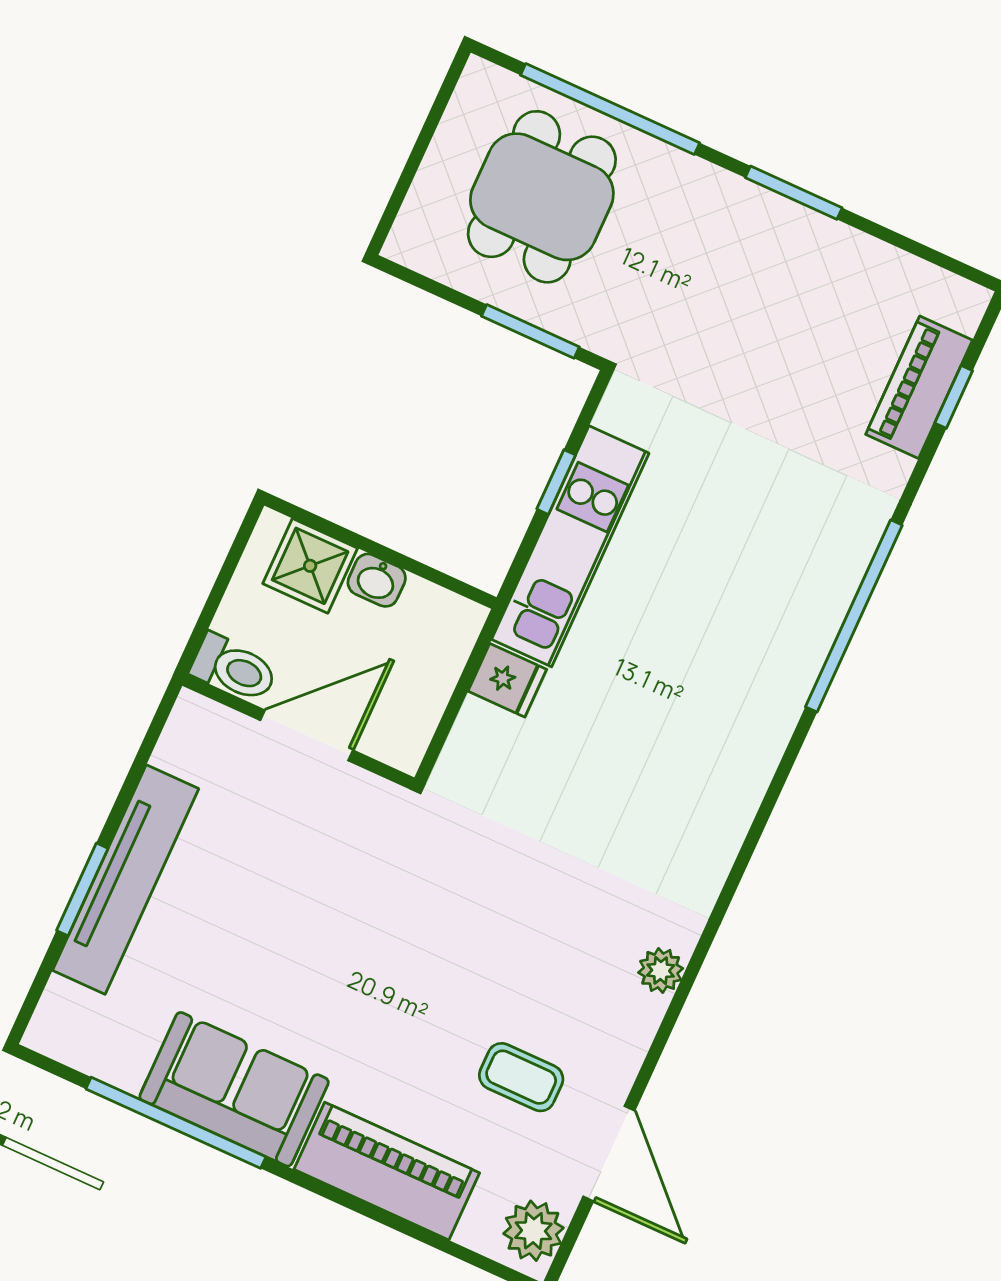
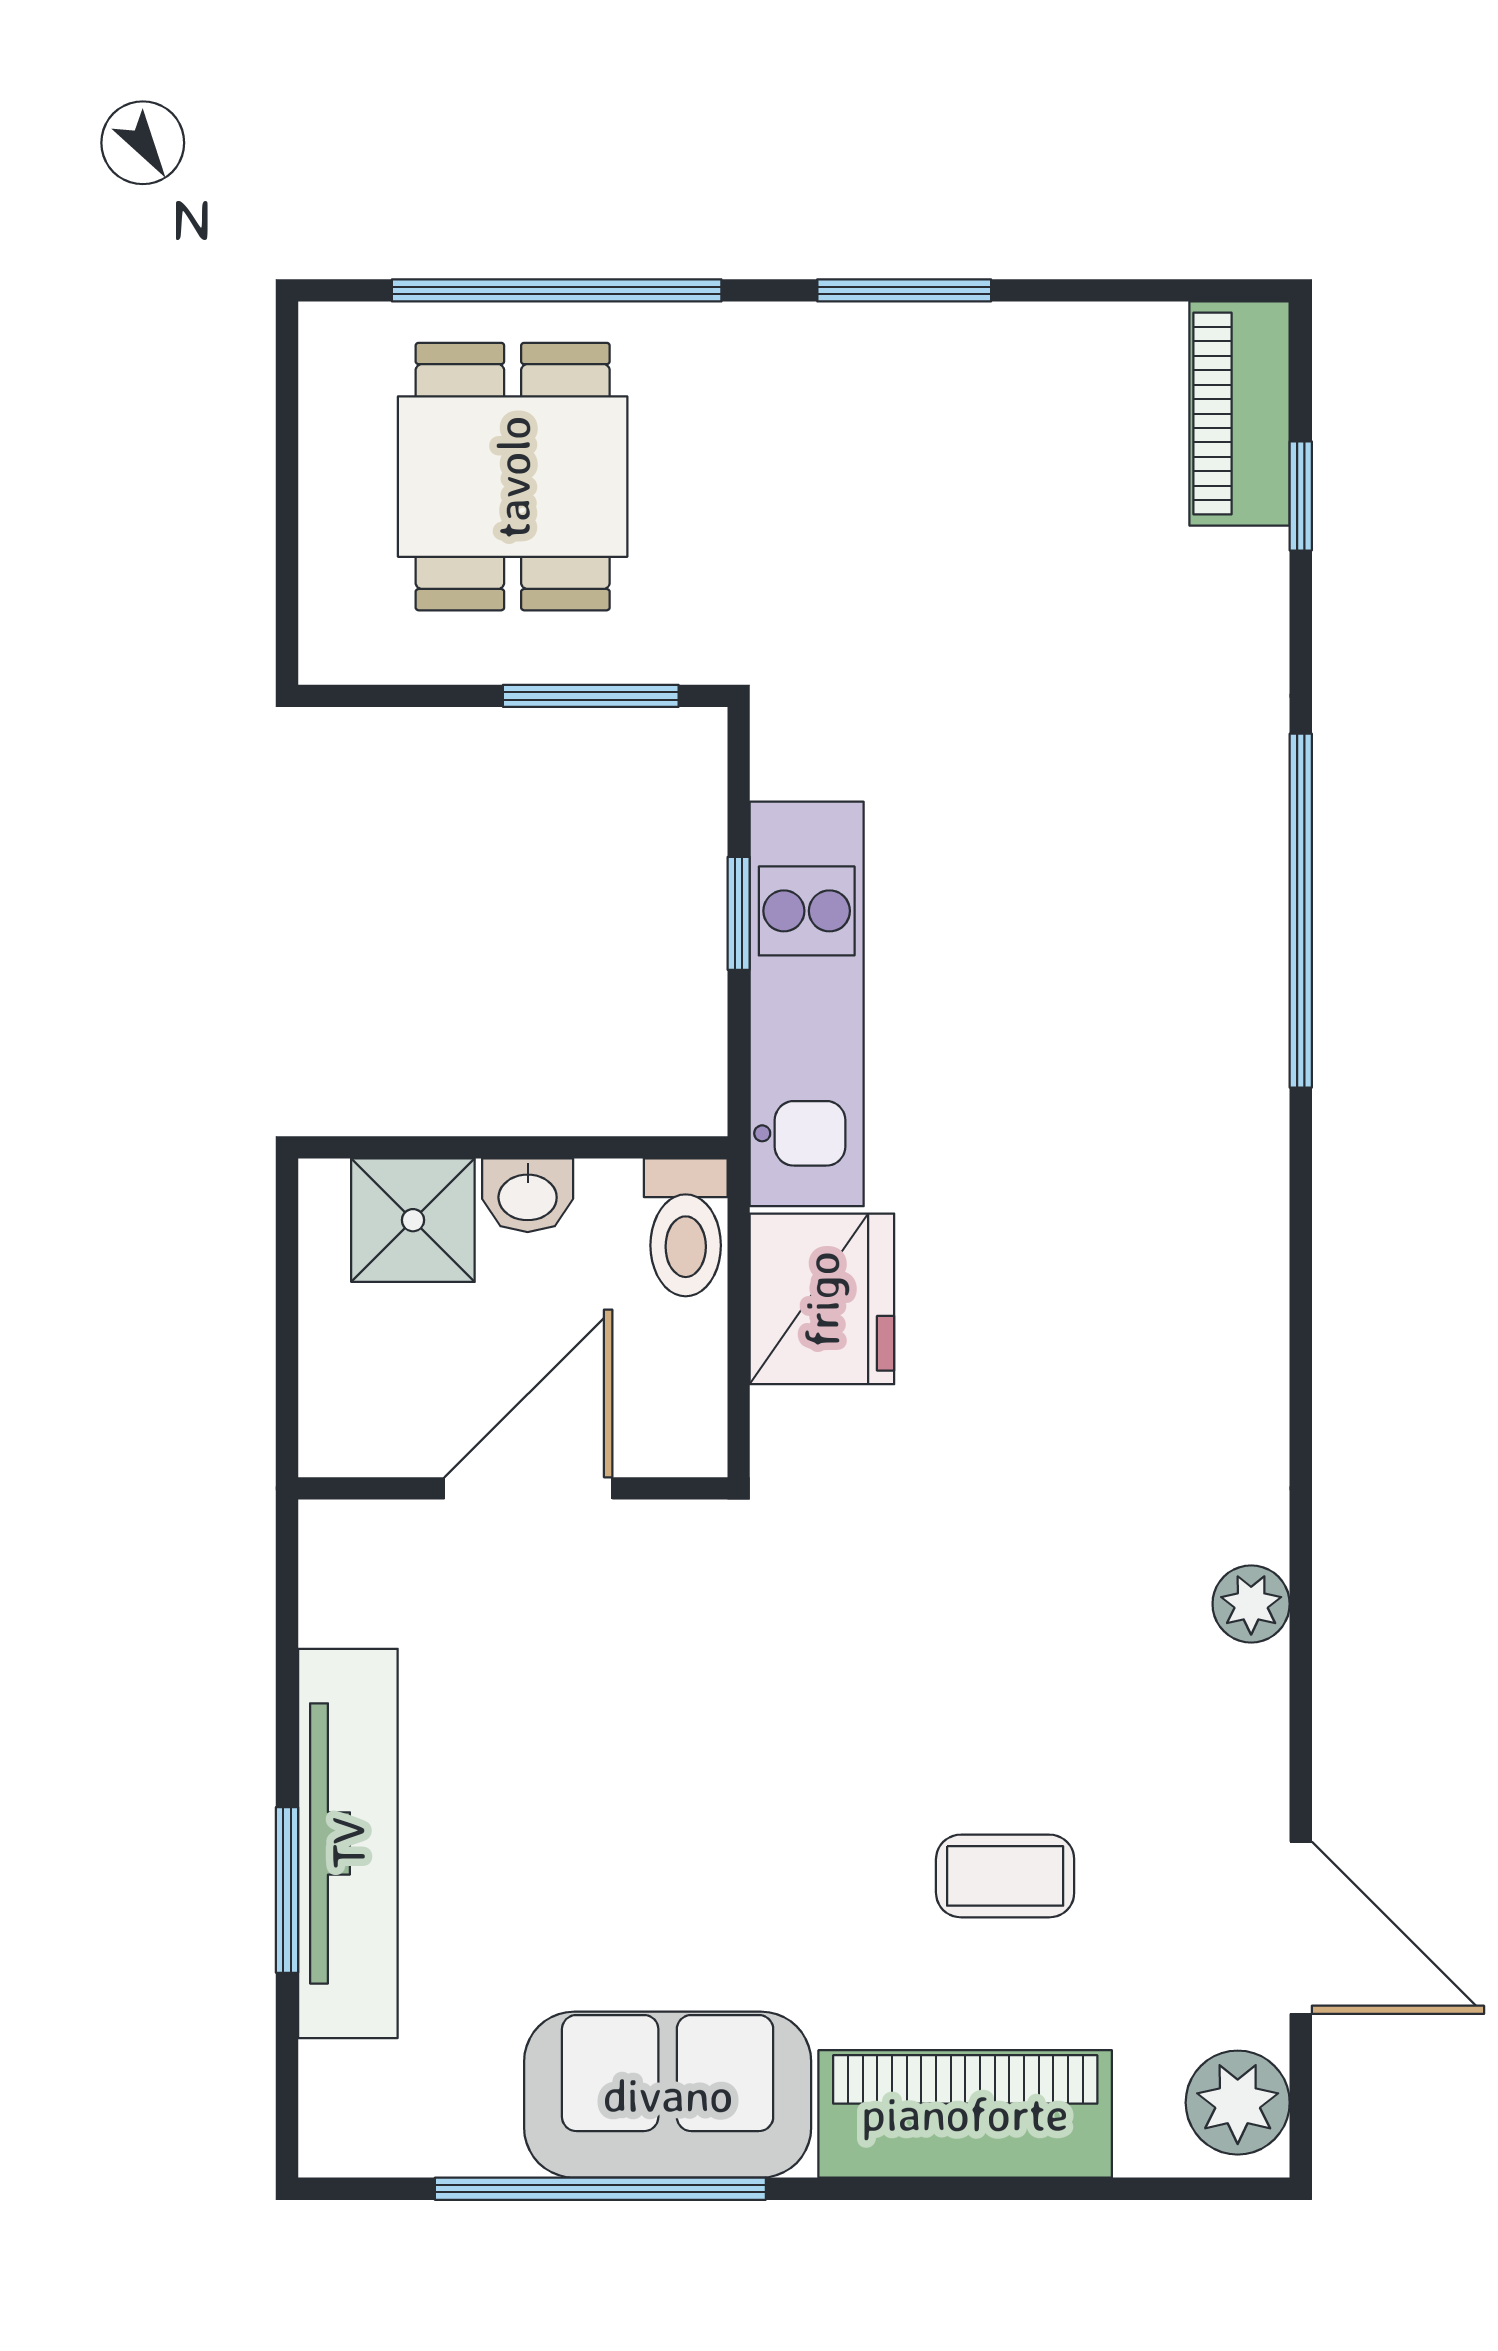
piano: (919, 387) -> (1240, 414), moved
toilet: (234, 668) -> (686, 1227), moved, turned 90
fridge: (507, 680) -> (822, 1299), width x1.88, depth x1.34
coffee table: (521, 1077) -> (1005, 1876), moved

